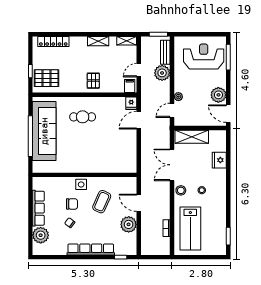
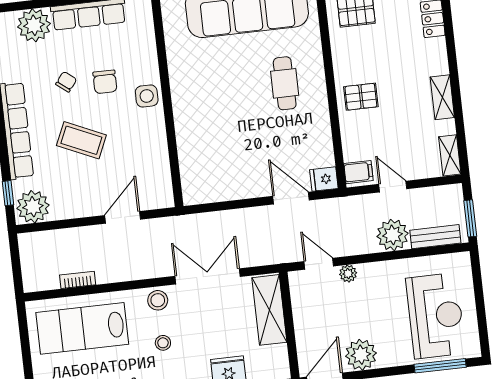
coffee table: (102, 202) -> (81, 140), moved
plant: (129, 224) -> (33, 207), moved

